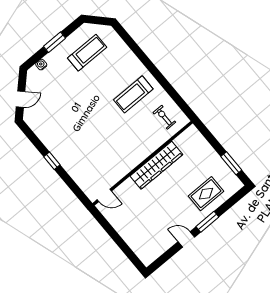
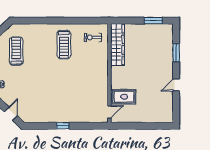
wardrobe: (156, 165) -> (117, 45), moved
rug: (206, 194) -> (124, 97), moved, turned 90
window: (207, 222) -> (176, 53), moved

